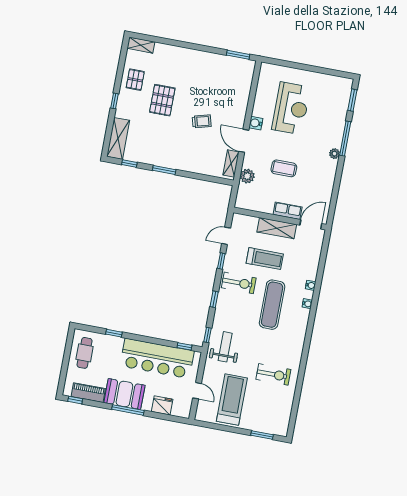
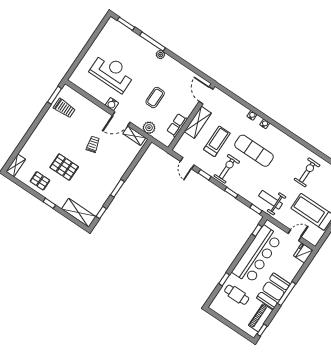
trolley: (228, 72) -> (64, 108), added
row of seats: (288, 211) -> (177, 125), moved
cafe table: (85, 353) -> (237, 295), moved
fridge: (162, 405) -> (303, 253), moved

